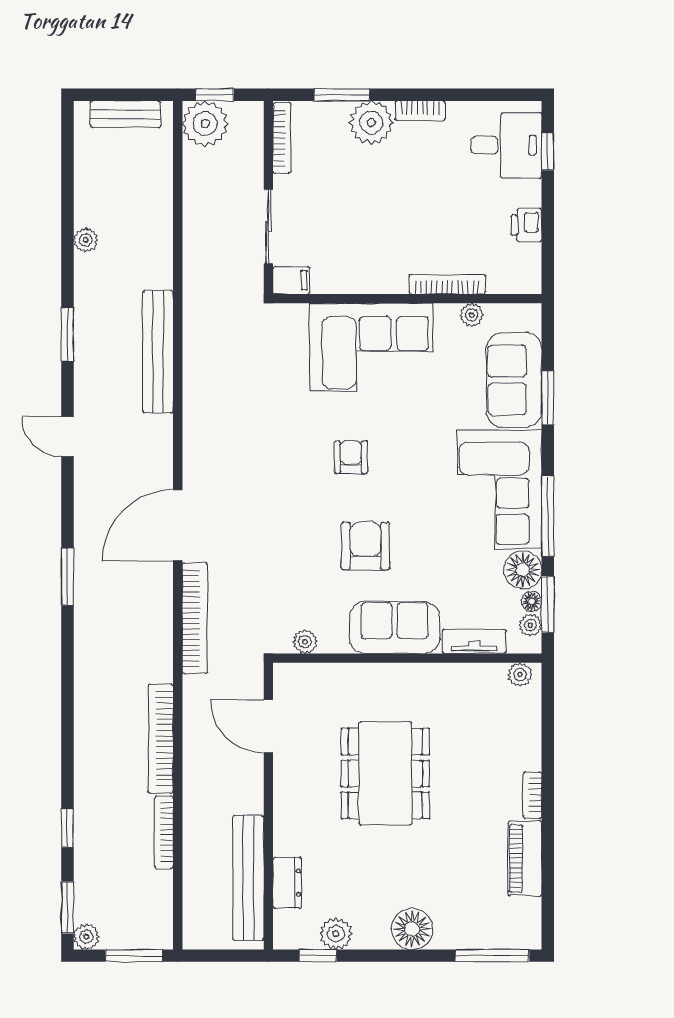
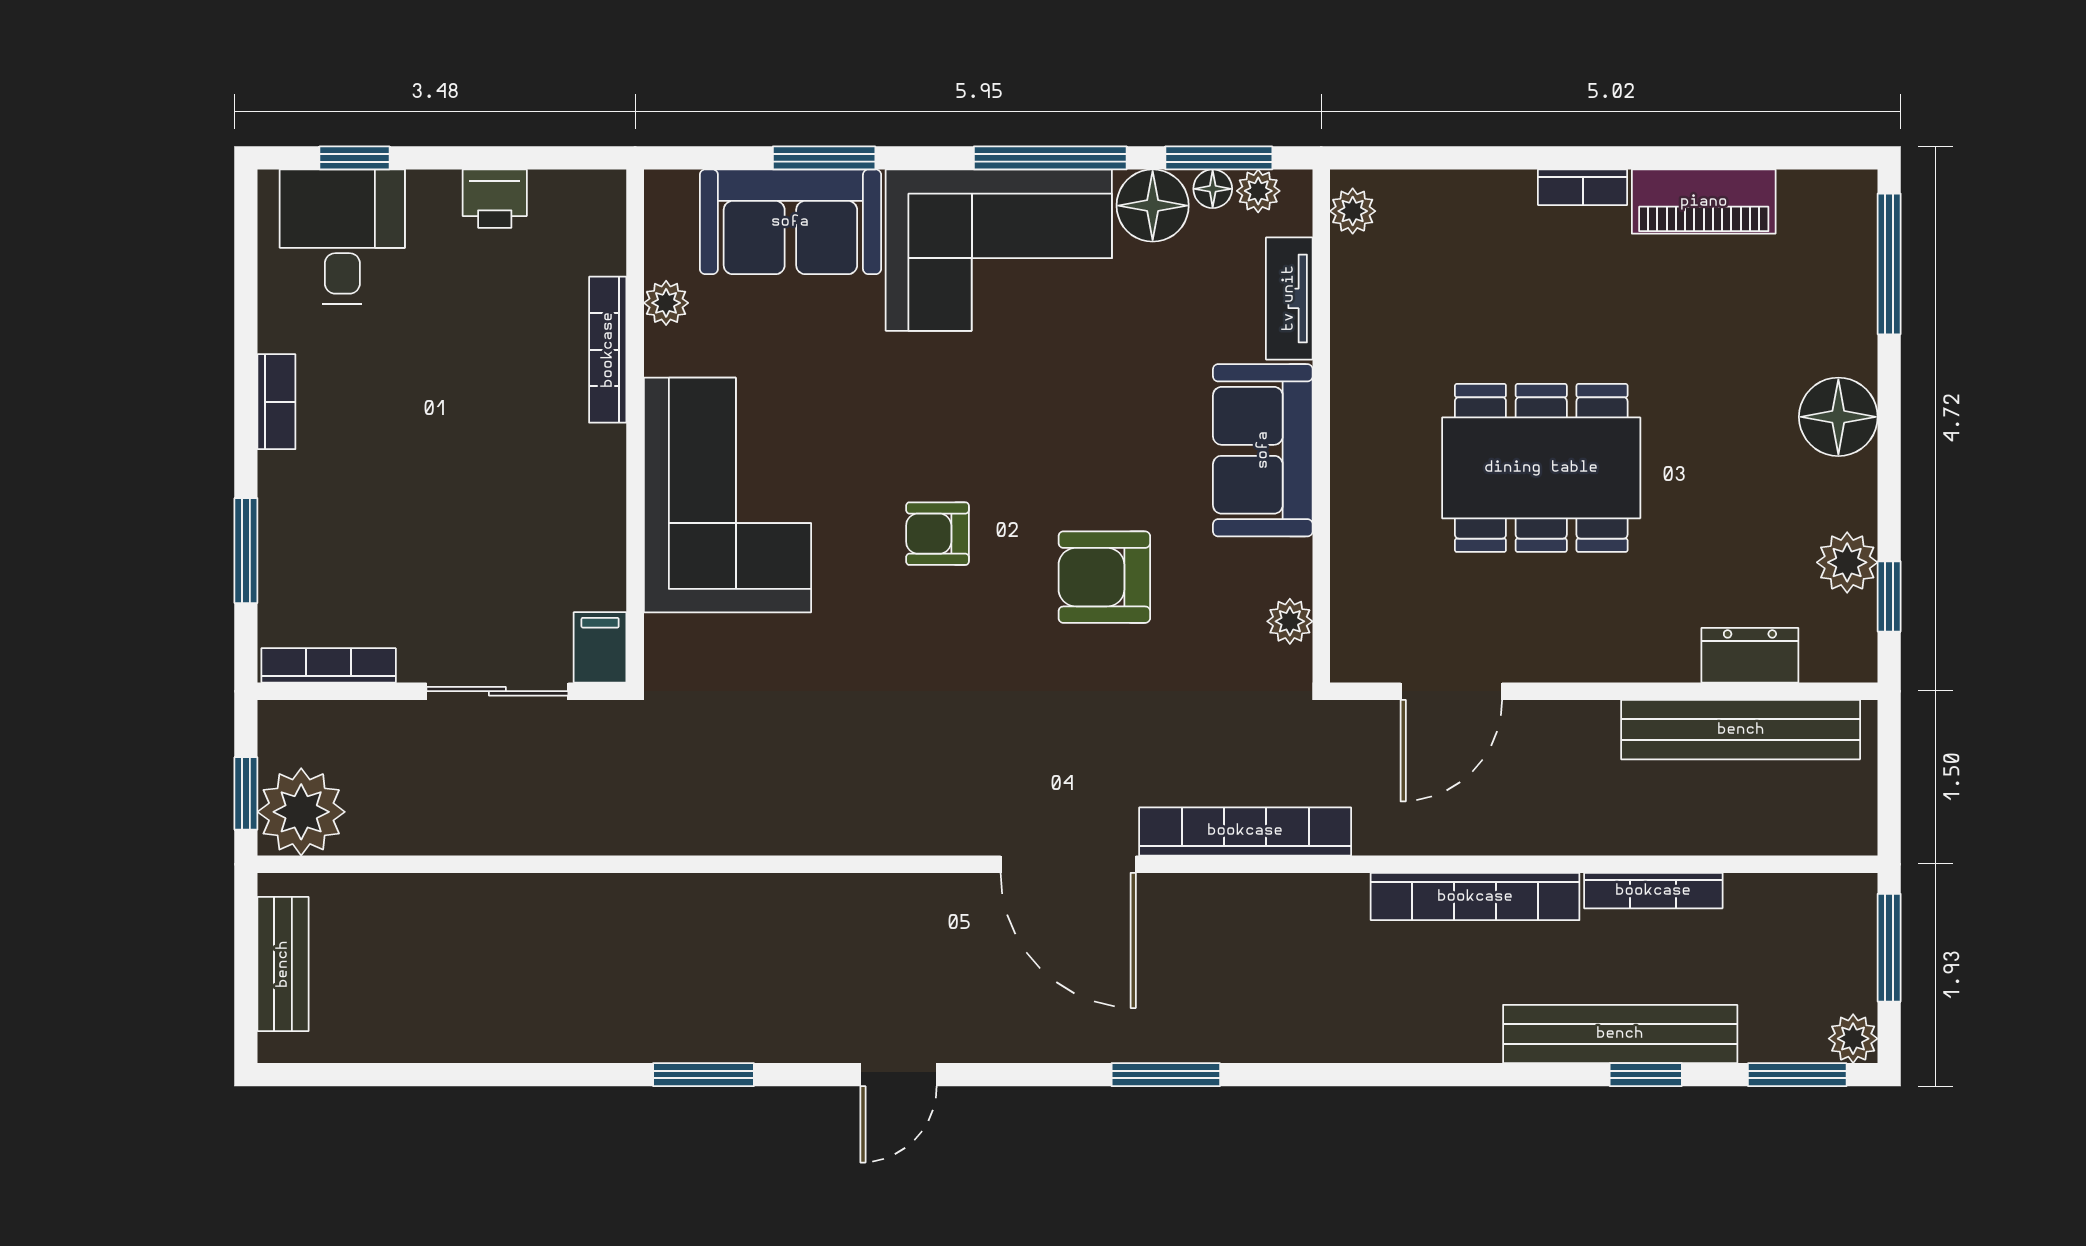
plant: (371, 123) -> (299, 495), removed
plant: (86, 240) -> (523, 1040), removed
bench: (158, 352) -> (1620, 1034), moved
armchair: (366, 546) -> (1104, 577), moved

